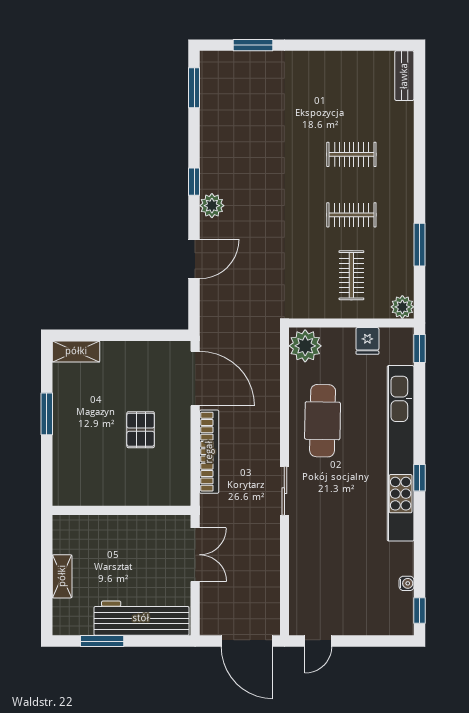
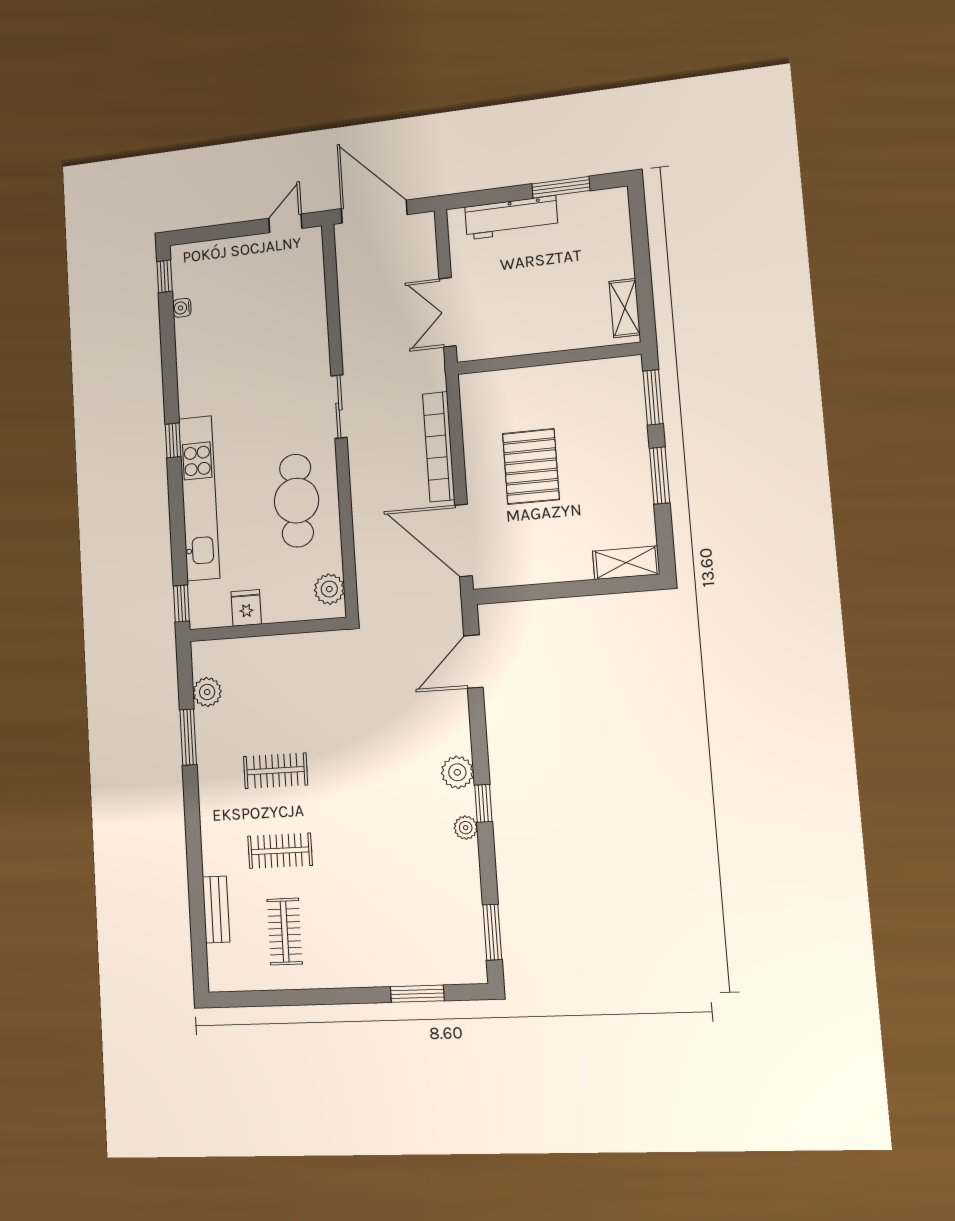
bench: (404, 76) -> (216, 909), moved
plant: (209, 165) -> (466, 828), added
door: (194, 259) -> (473, 662), moved
clothes rail: (351, 275) -> (285, 932), moved
plant: (402, 307) -> (207, 692), moved
plant: (305, 346) -> (329, 589), width x0.73, depth x0.73
pallet: (141, 430) -> (531, 467), width x1.50, depth x1.42
kitchen unit: (401, 453) -> (199, 498), width x0.73
window: (47, 473) -> (653, 397), added
shelving: (62, 576) -> (625, 308), moved
workbench: (141, 618) -> (511, 218), width x0.73, depth x0.76

